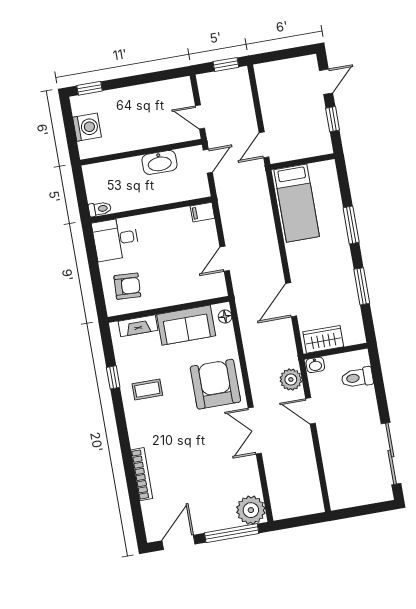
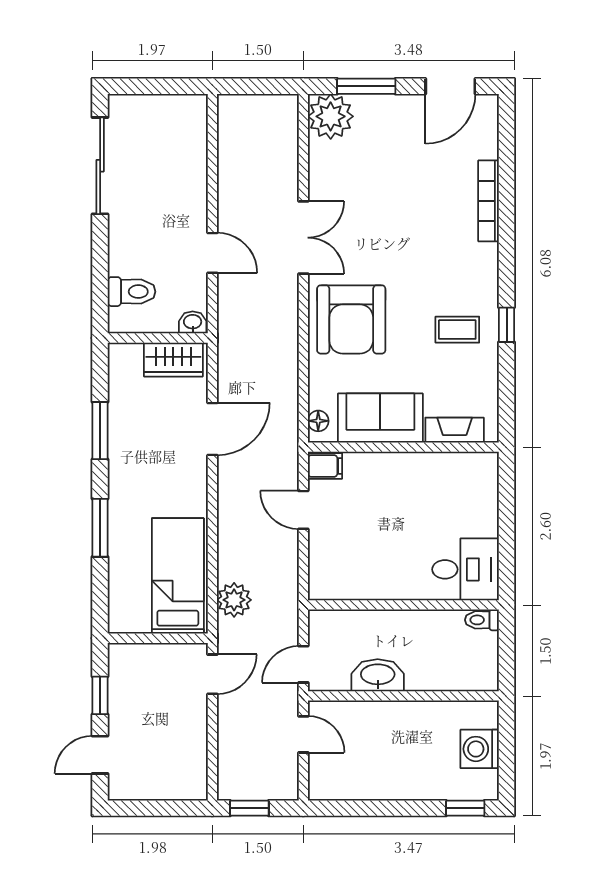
filing cabinet: (202, 212) -> (325, 466), moved
door: (225, 259) -> (303, 510), swing flipped
armchair: (127, 286) -> (460, 494), removed
window: (113, 377) -> (507, 325), moved
plant: (291, 380) -> (234, 600), moved
window: (232, 533) -> (366, 86), width x0.69

